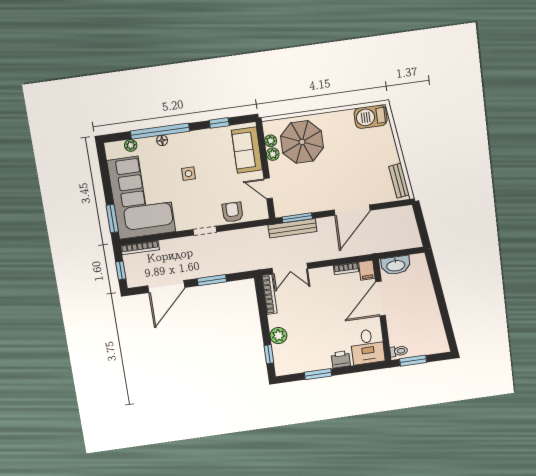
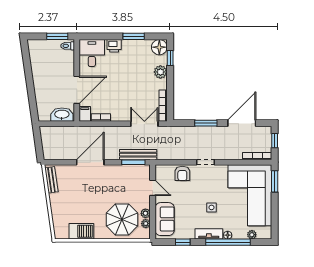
barbecue: (371, 117) -> (81, 231), moved
tv unit: (187, 139) -> (209, 234), added
floor lamp: (284, 366) -> (159, 47), added

